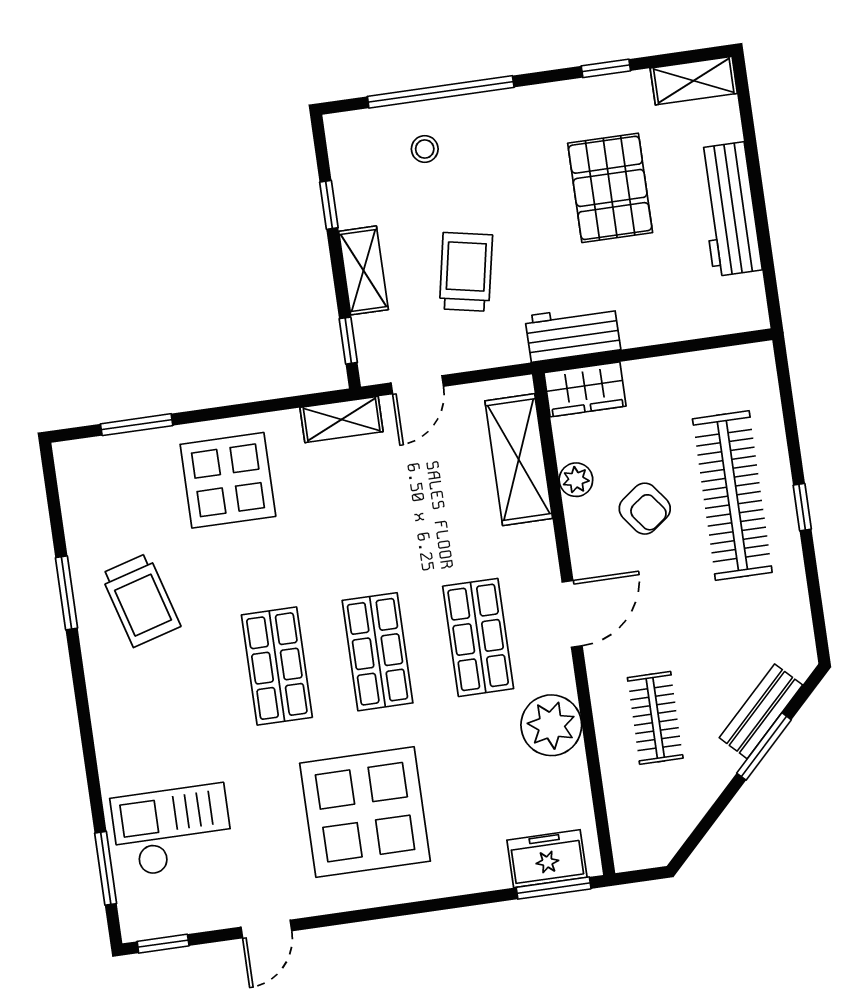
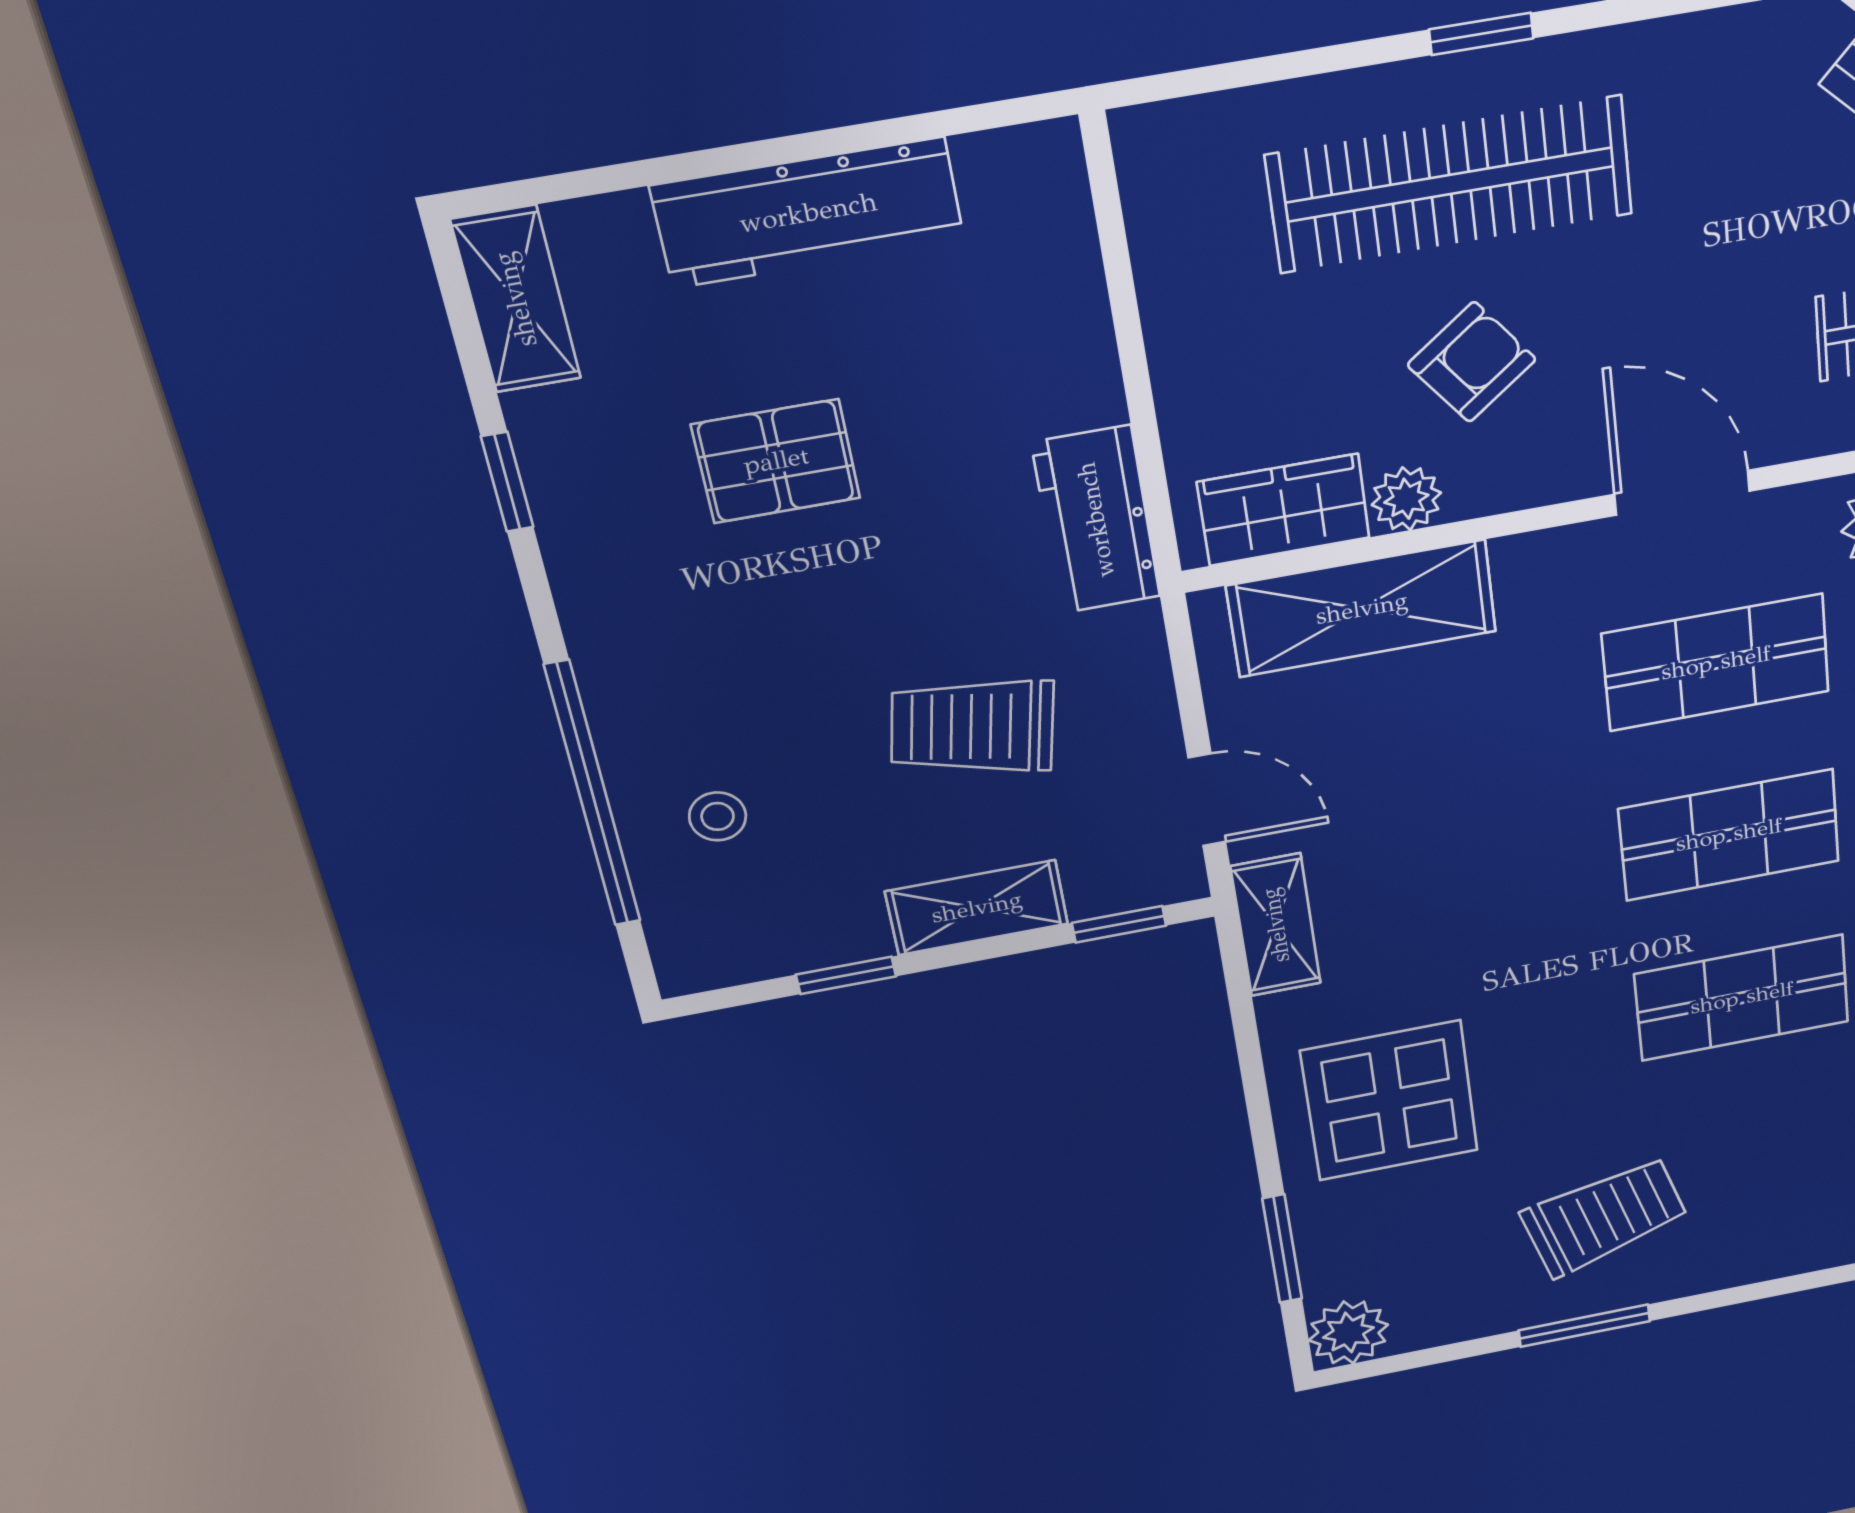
pallet: (610, 188) -> (776, 461), width x0.67, depth x0.71
wardrobe: (585, 389) -> (1284, 510), moved, turned -90
plant: (76, 461) -> (1348, 1332), added

